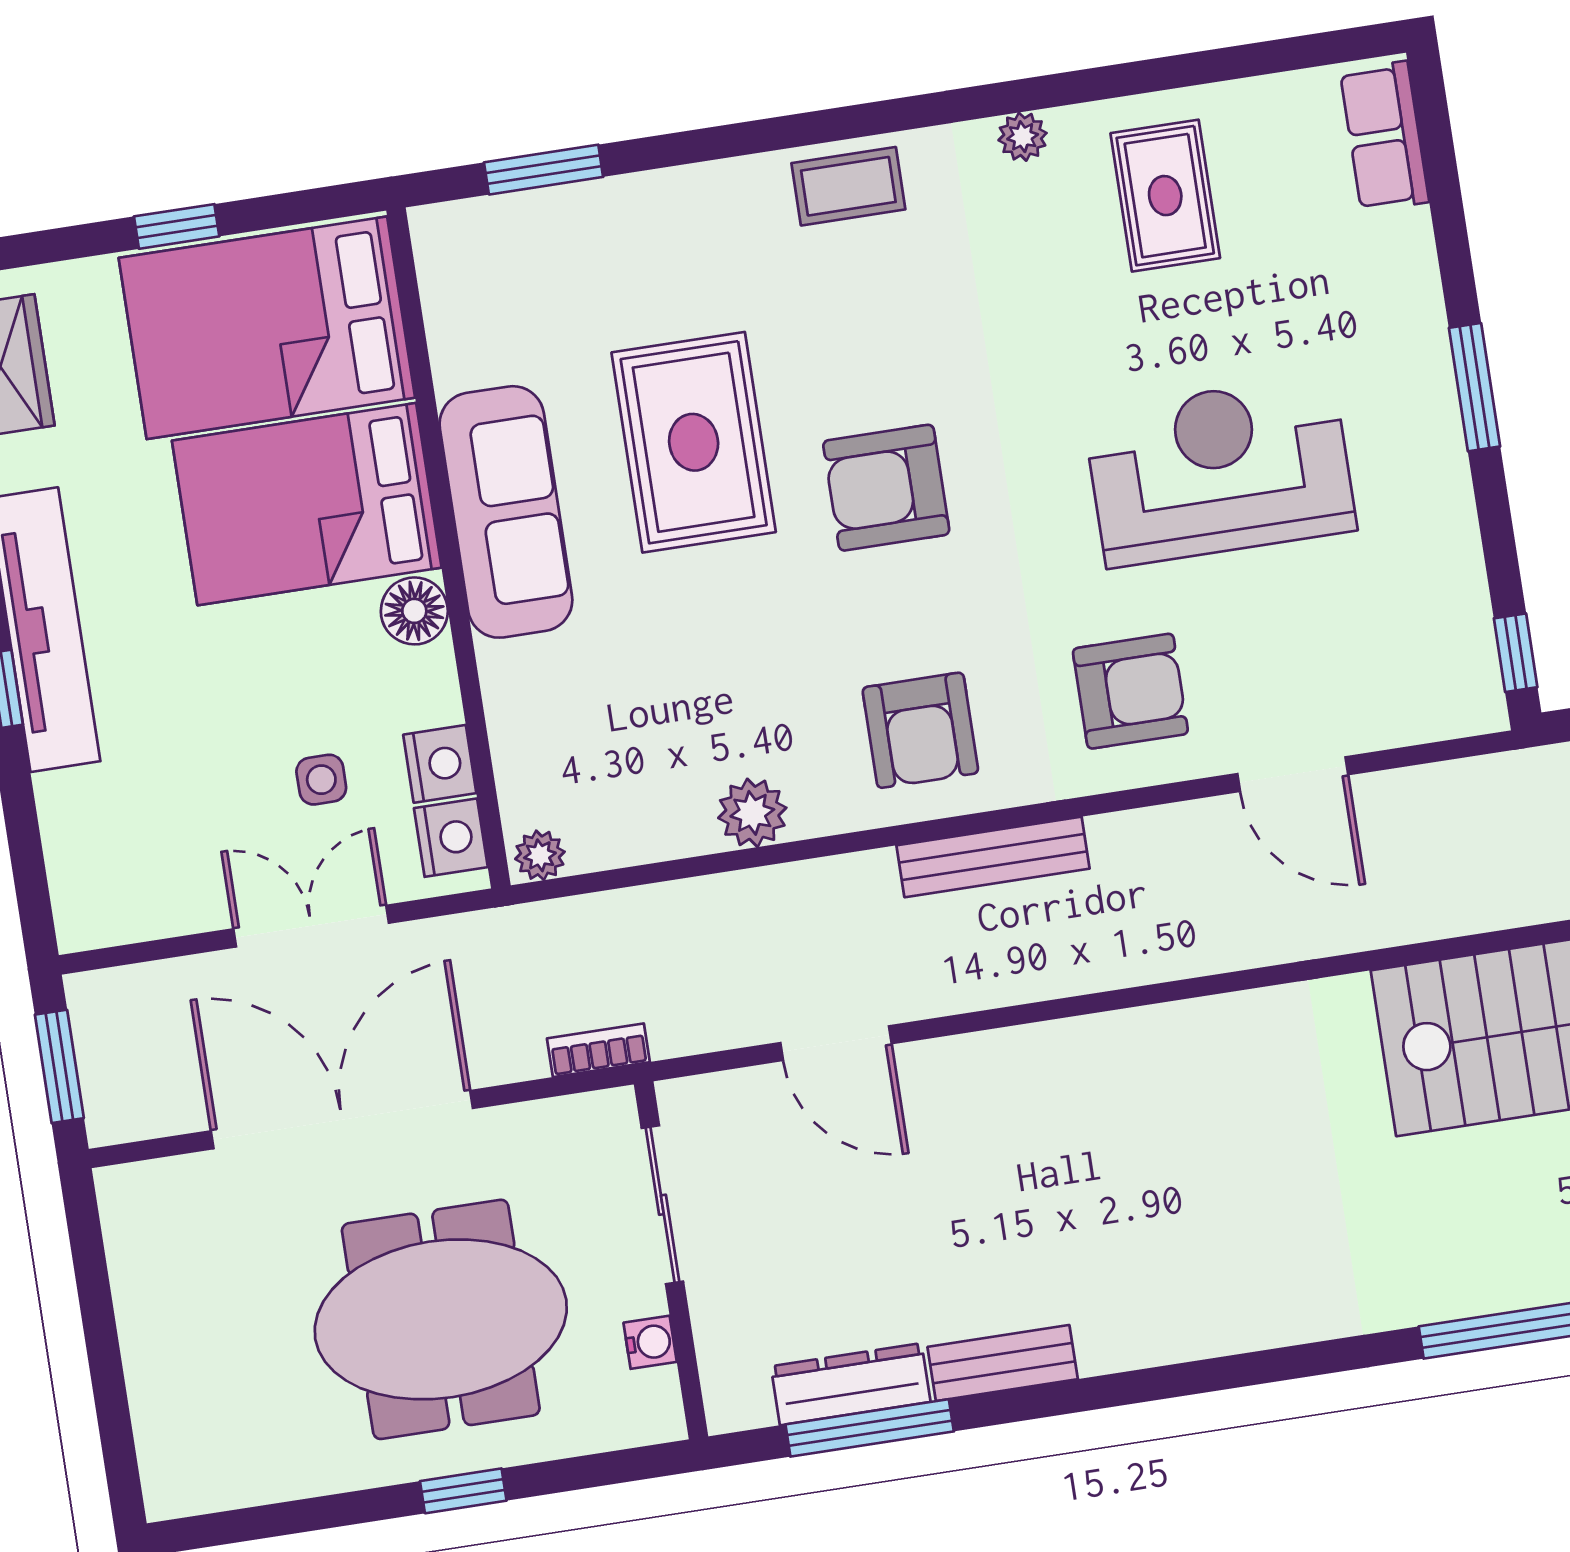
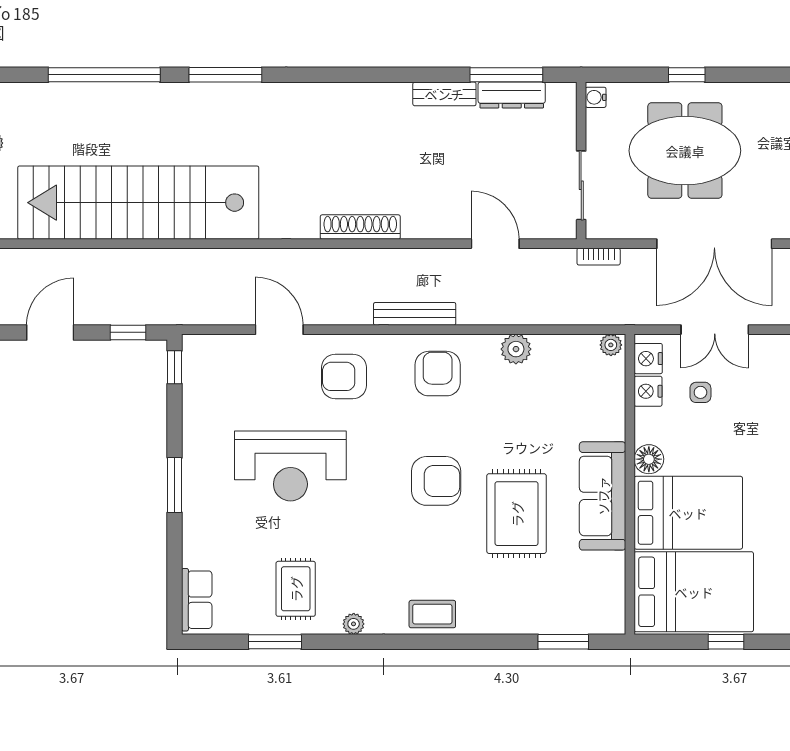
window: (1194, 69) -> (275, 642), added
shoe rack: (1146, 1034) -> (360, 227), added
water cooler: (650, 1342) -> (596, 97), moved

